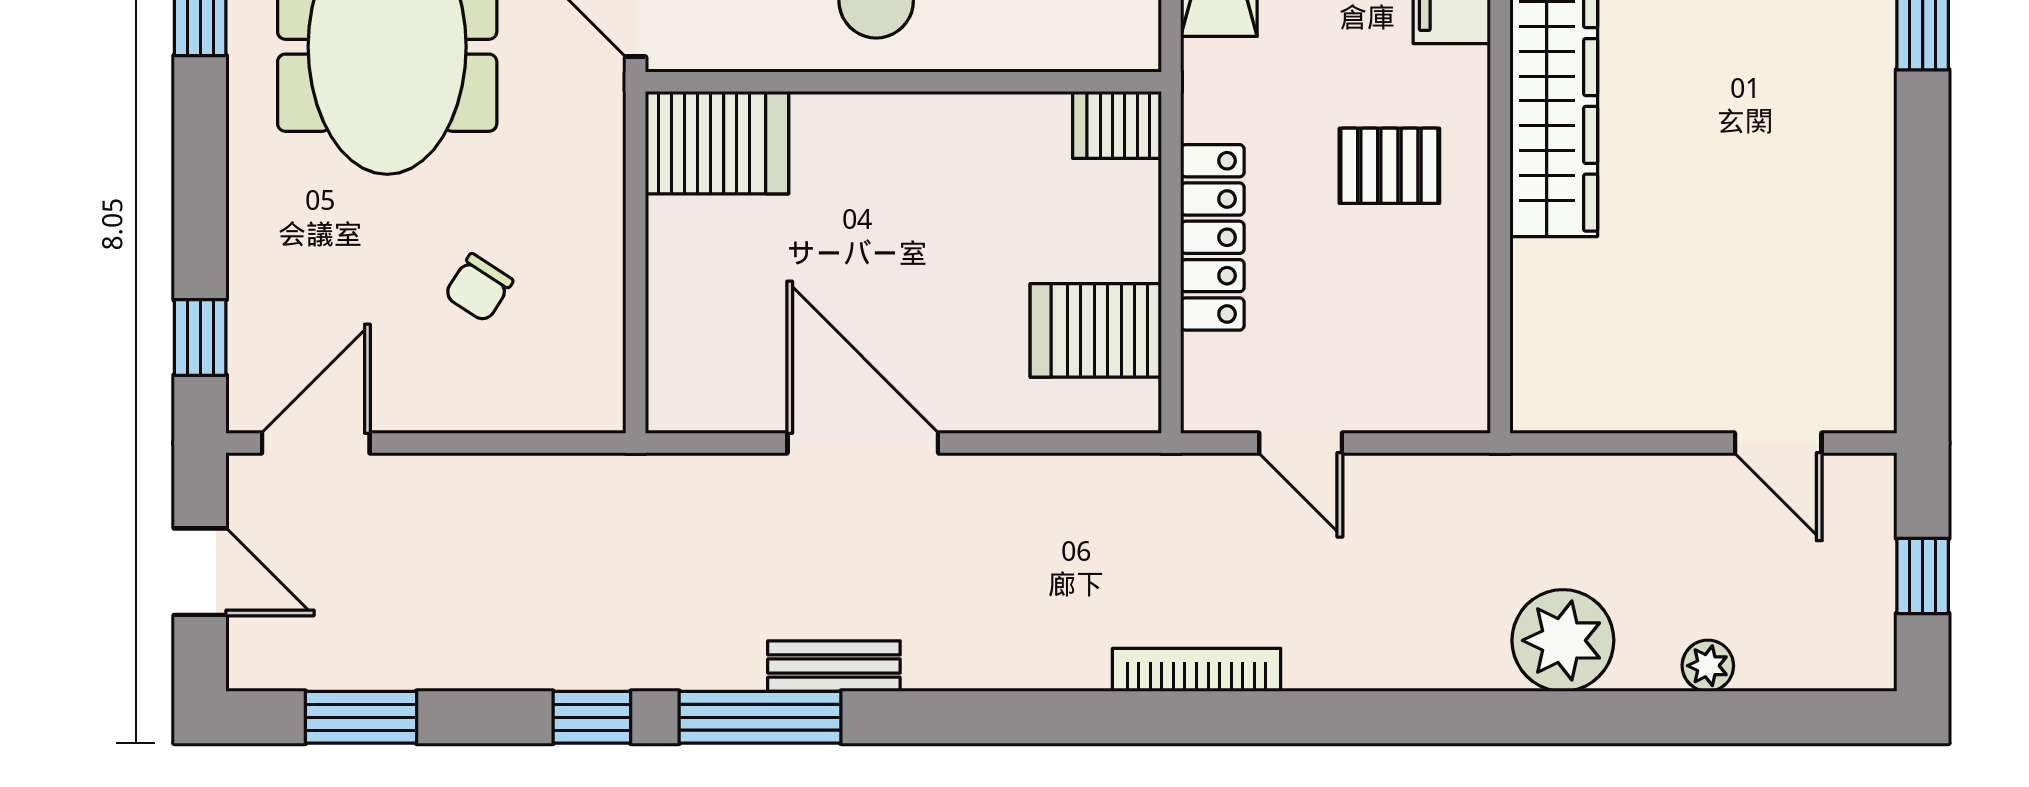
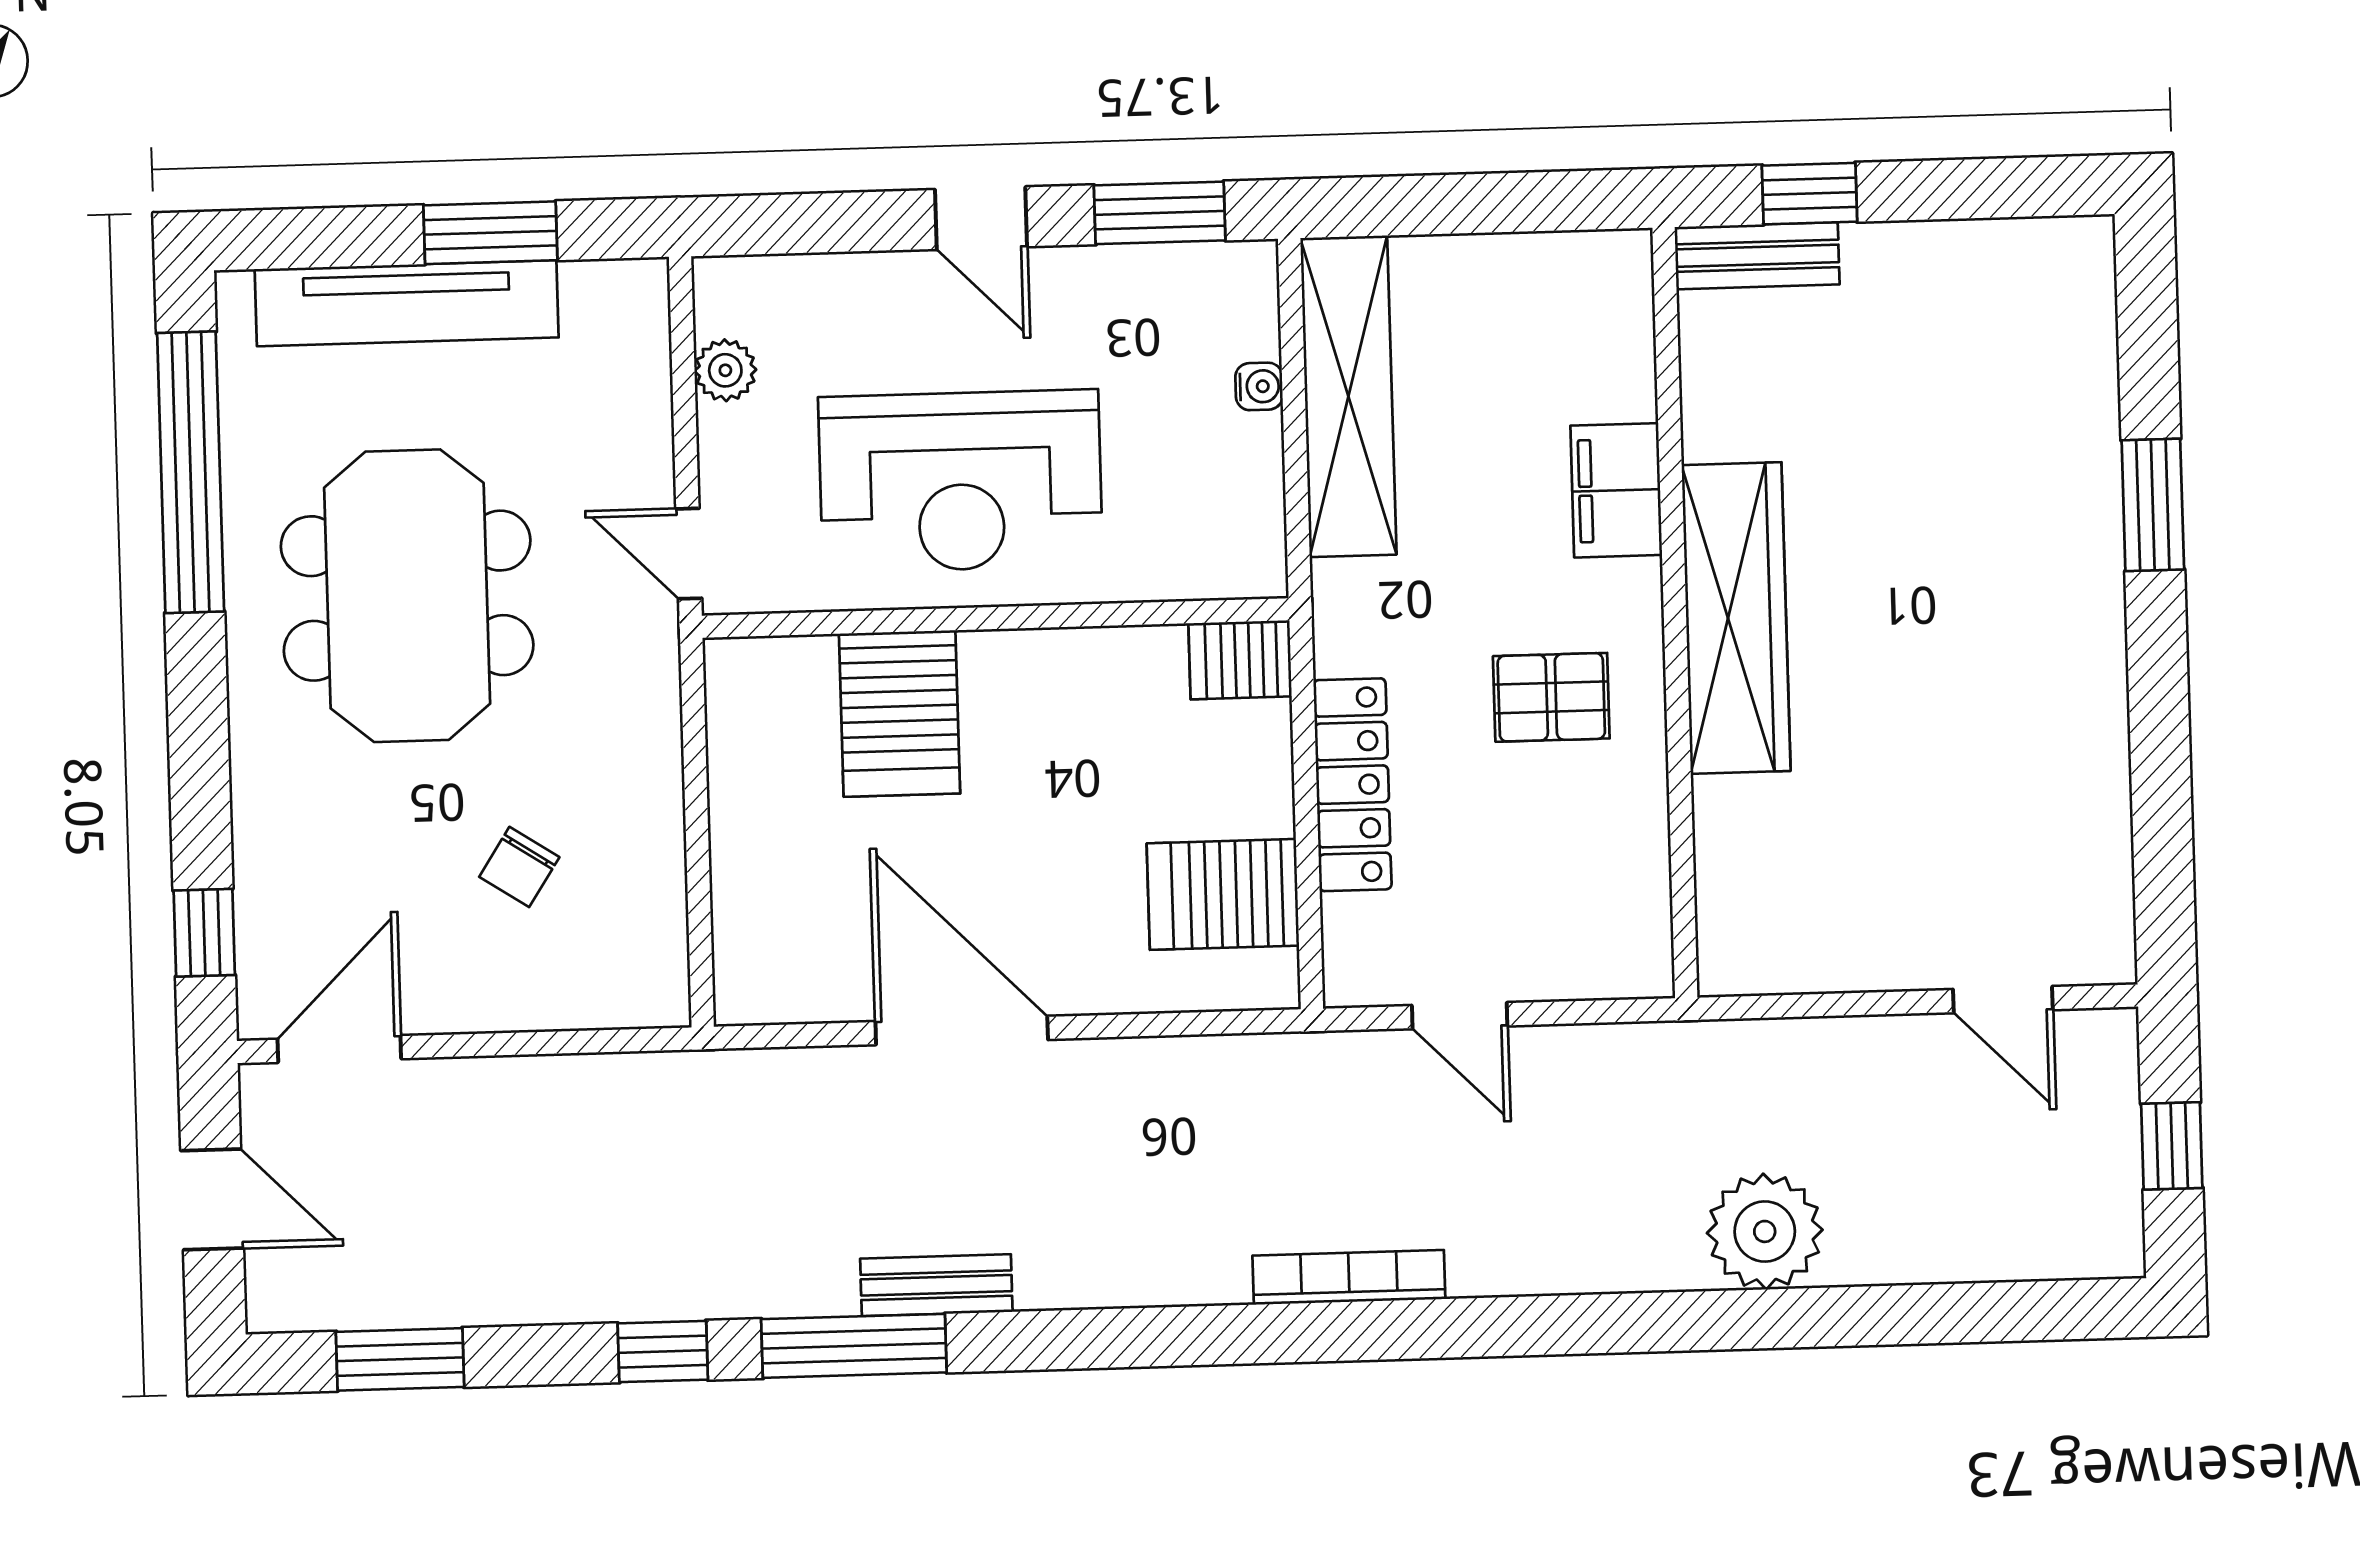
server rack: (717, 143) -> (899, 714), moved, turned 90
plant: (1708, 666) -> (1930, 1255), removed

